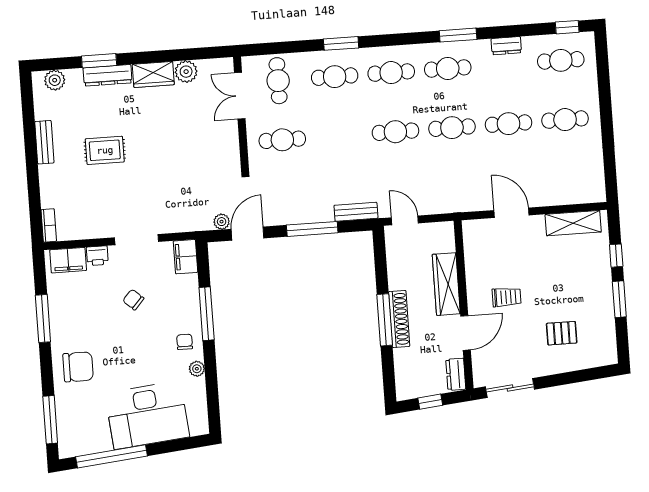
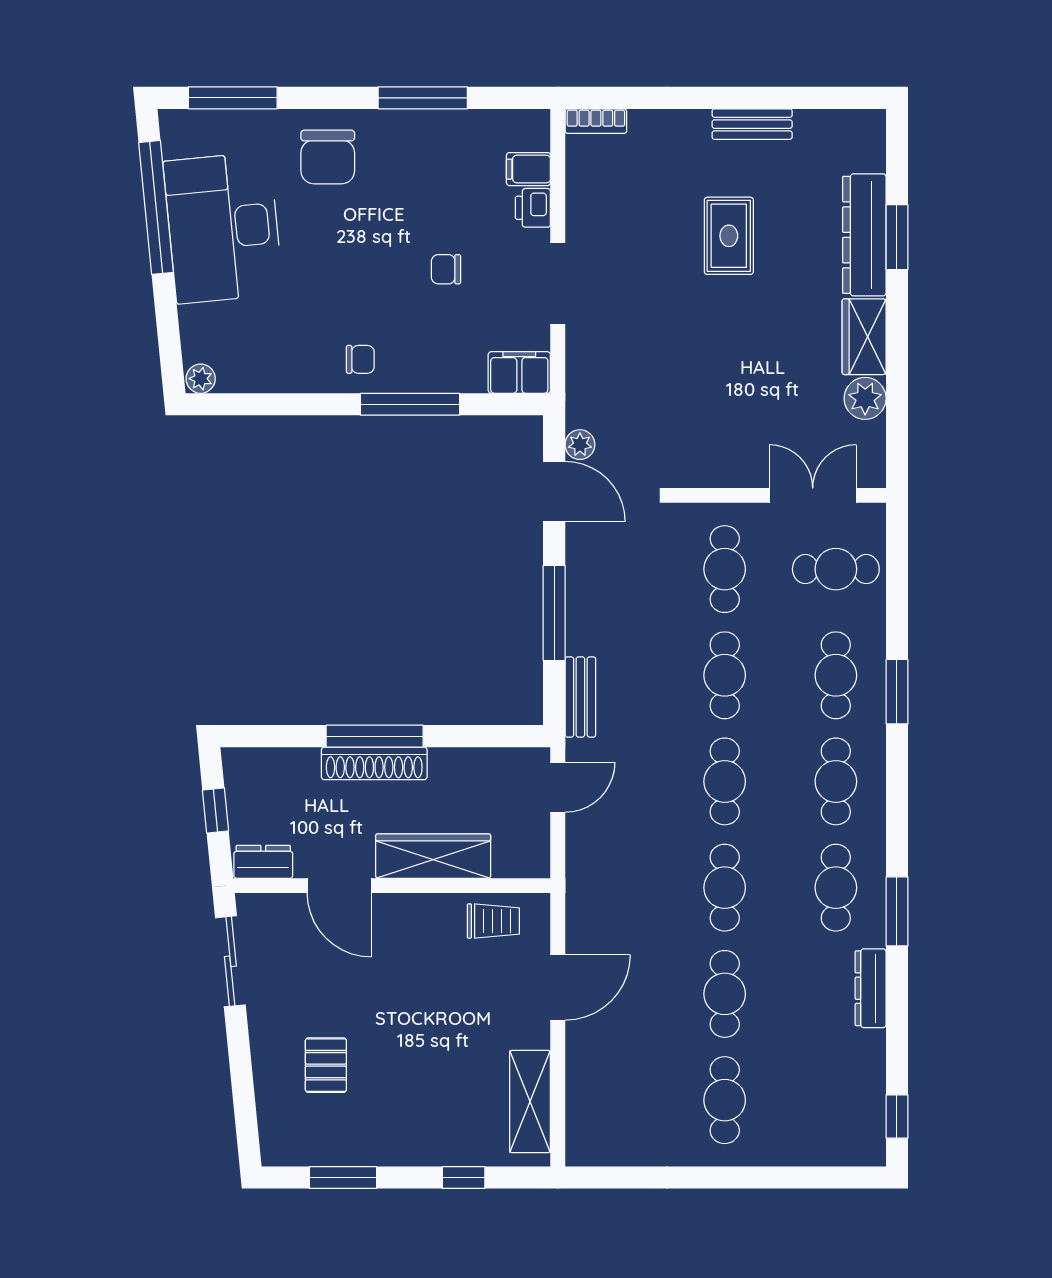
dresser: (506, 46) -> (871, 988), width x1.44
cafe table: (561, 60) -> (725, 675), moved
dresser: (108, 75) -> (864, 235), width x1.37, depth x1.24
plant: (55, 80) -> (867, 152), removed
filing cabinet: (68, 260) -> (528, 169), width x0.50
trolley: (507, 297) -> (493, 921), moved, turned -90
window: (619, 299) -> (343, 1177), moved
chair: (133, 300) -> (446, 269), turned -132
plant: (197, 369) -> (201, 379), moved
desk: (147, 415) -> (223, 228), moved

